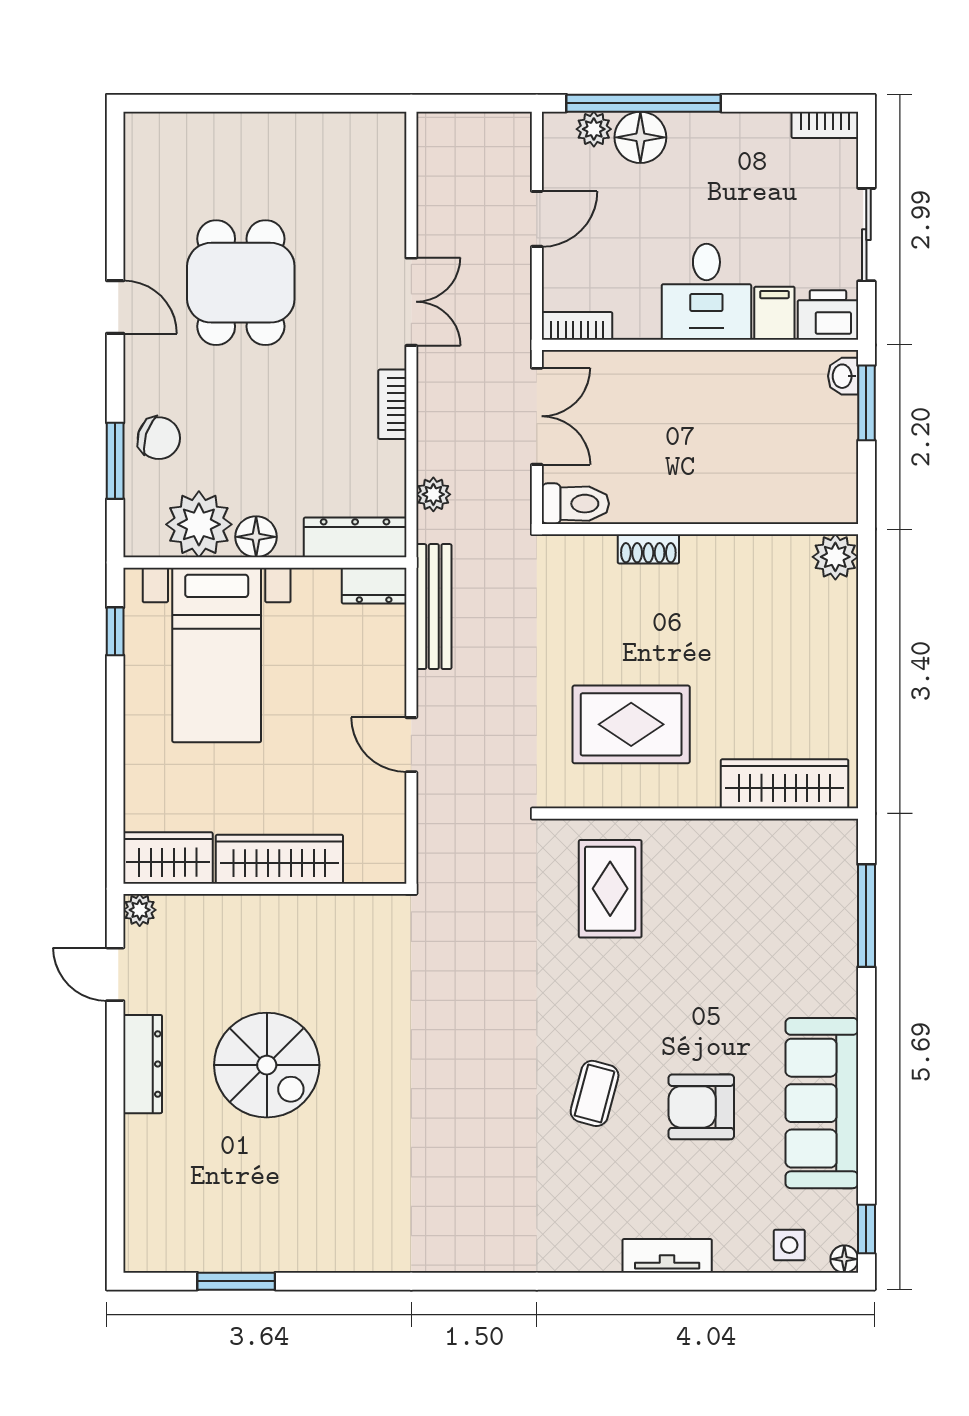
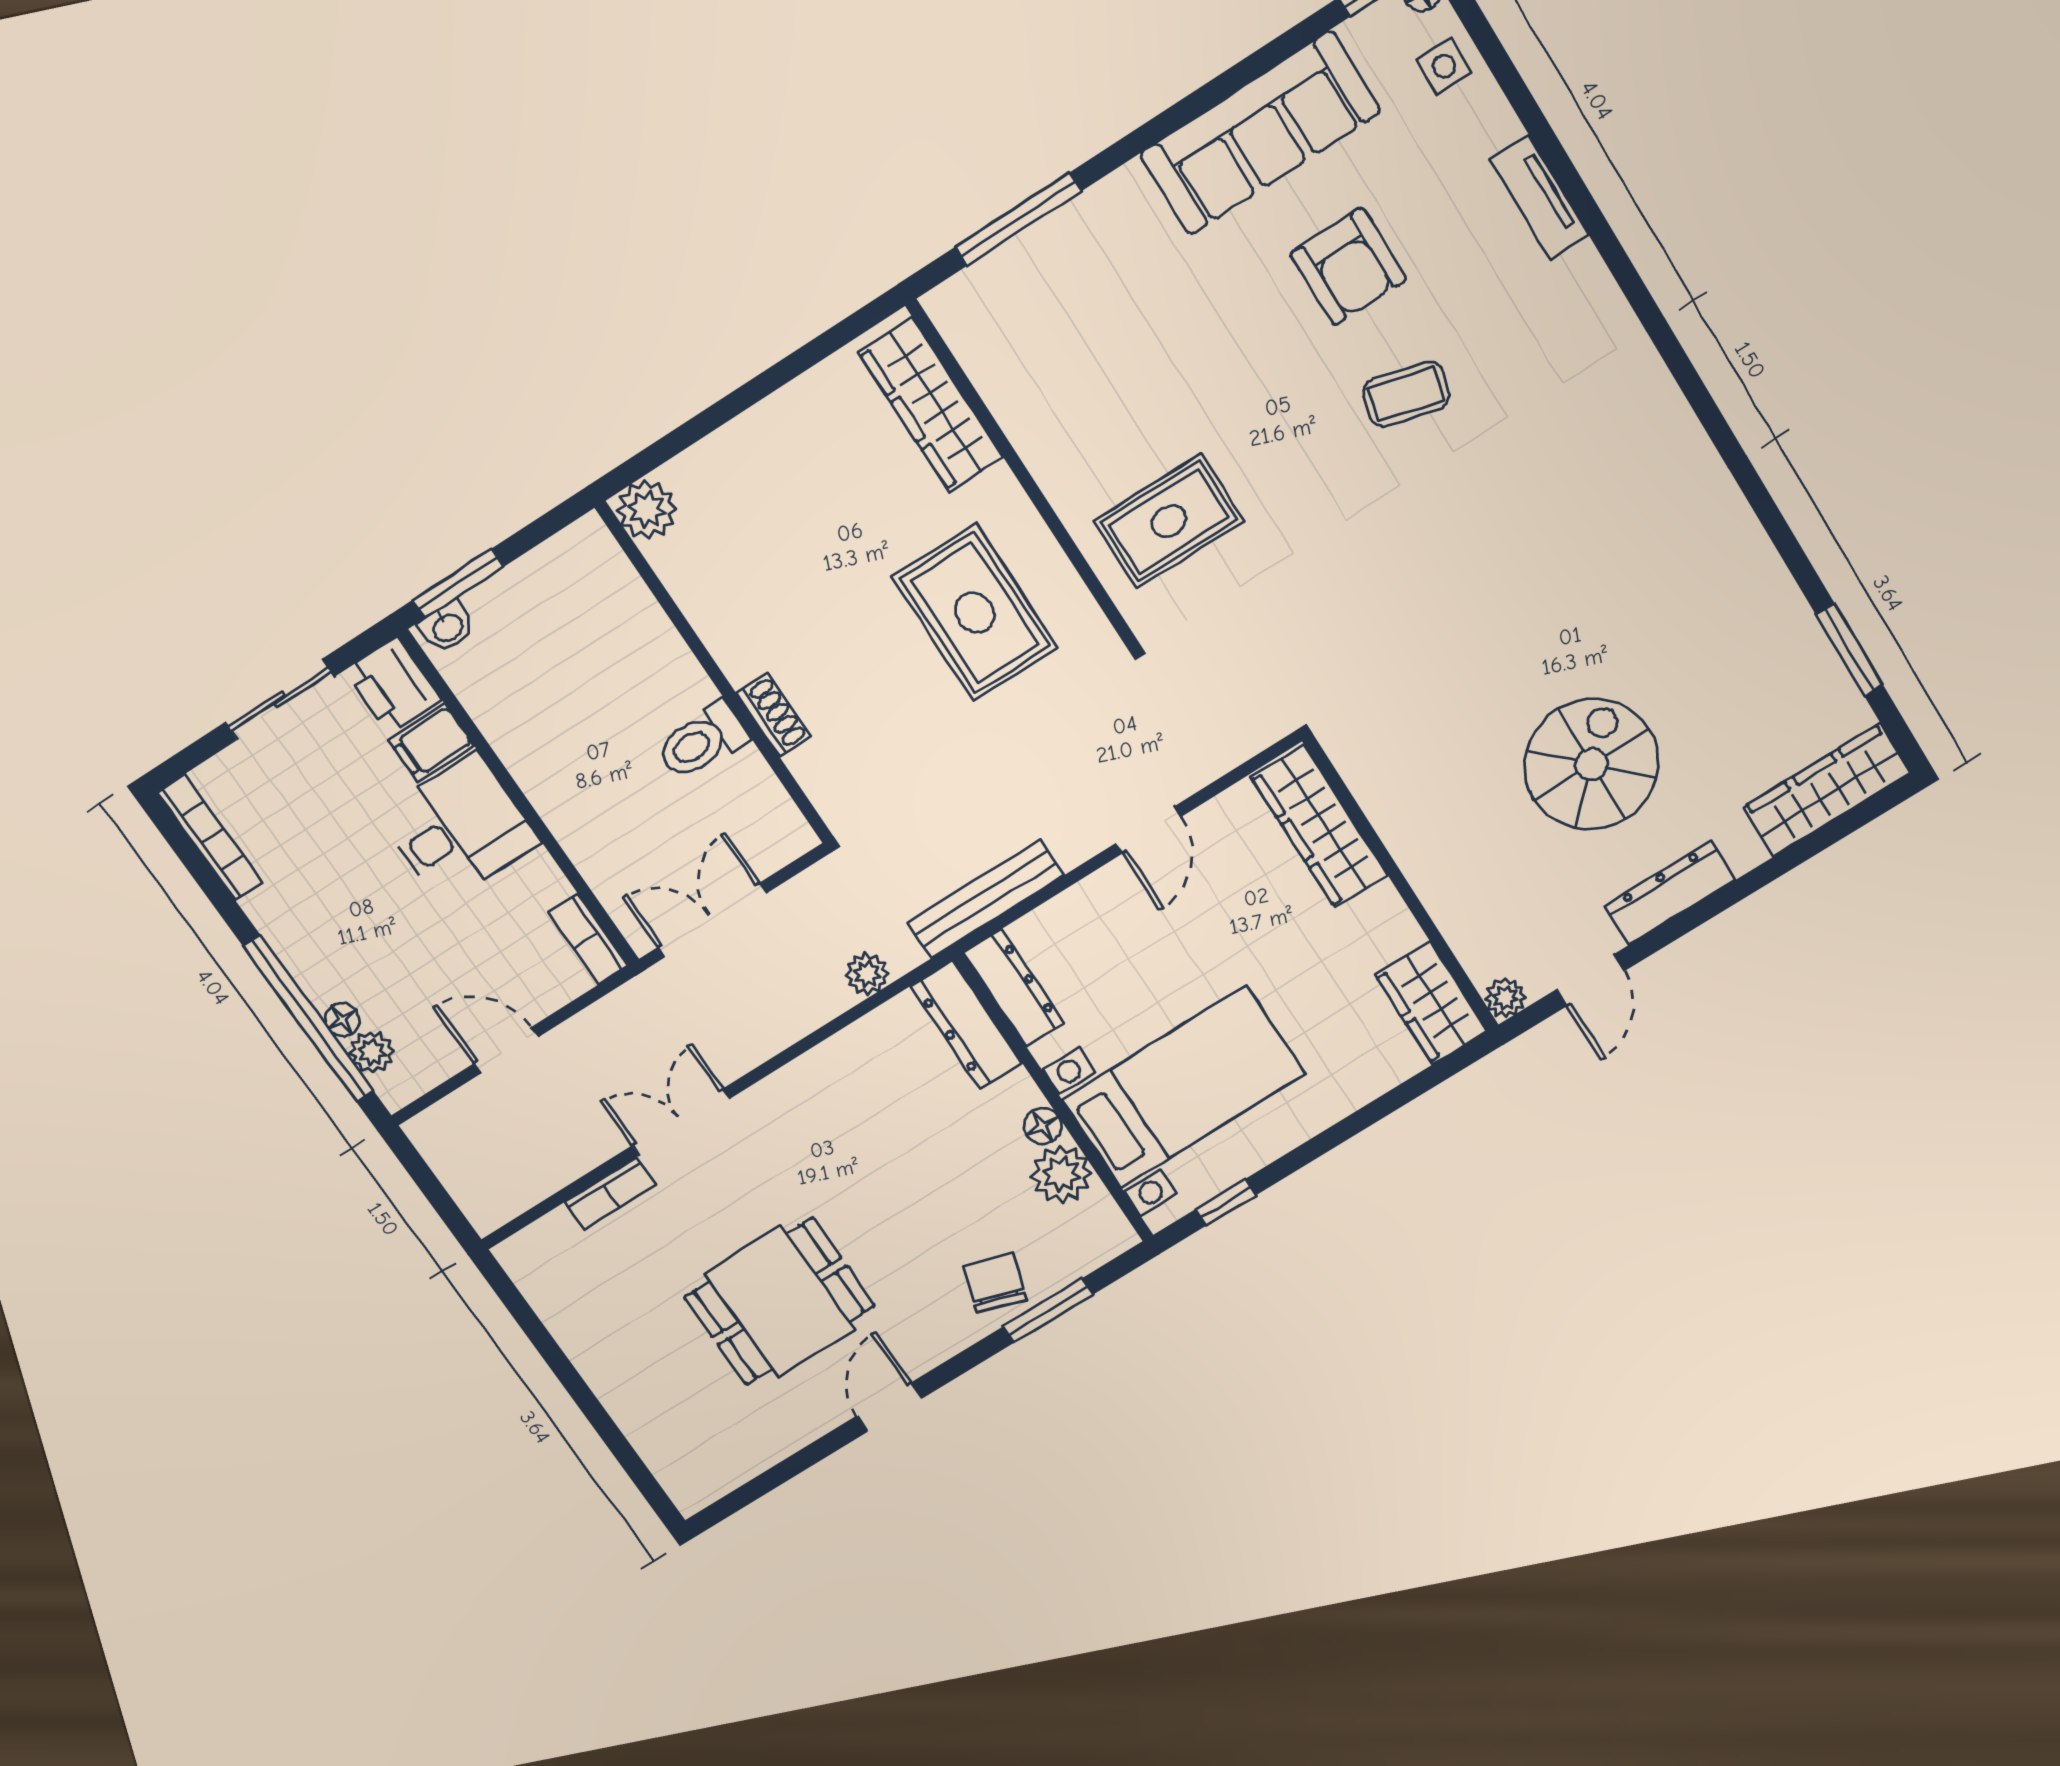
bookcase: (825, 125) -> (210, 837), width x1.56
floor lamp: (640, 137) -> (342, 1020), width x0.53, depth x0.53
bookcase: (392, 404) -> (610, 1193), moved
toilet: (575, 504) -> (702, 741), moved, turned -90
plant: (199, 524) -> (1062, 1174), width x0.73, depth x0.73
floor lamp: (256, 537) -> (1043, 1126), width x0.73, depth x0.73
dresser: (374, 586) -> (1014, 988), width x1.44
wardrobe: (279, 859) -> (1320, 826), moved
wardrobe: (148, 1211) -> (1827, 790), added

